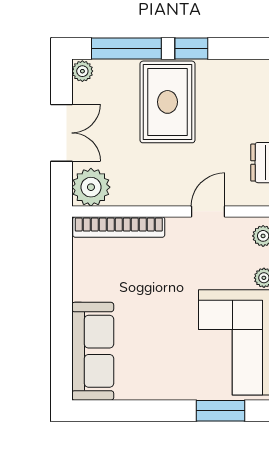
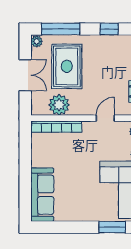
window: (191, 48) -> (109, 29), moved
rug: (167, 102) -> (67, 66), moved
plant: (91, 187) -> (59, 105), moved

